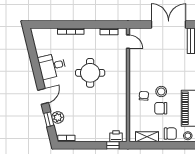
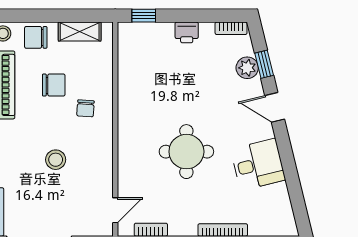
door: (128, 42) -> (115, 210), swing flipped
stool: (161, 92) -> (56, 160), moved
door: (43, 96) -> (275, 107), hinge flipped
printer: (116, 136) -> (187, 32), moved

